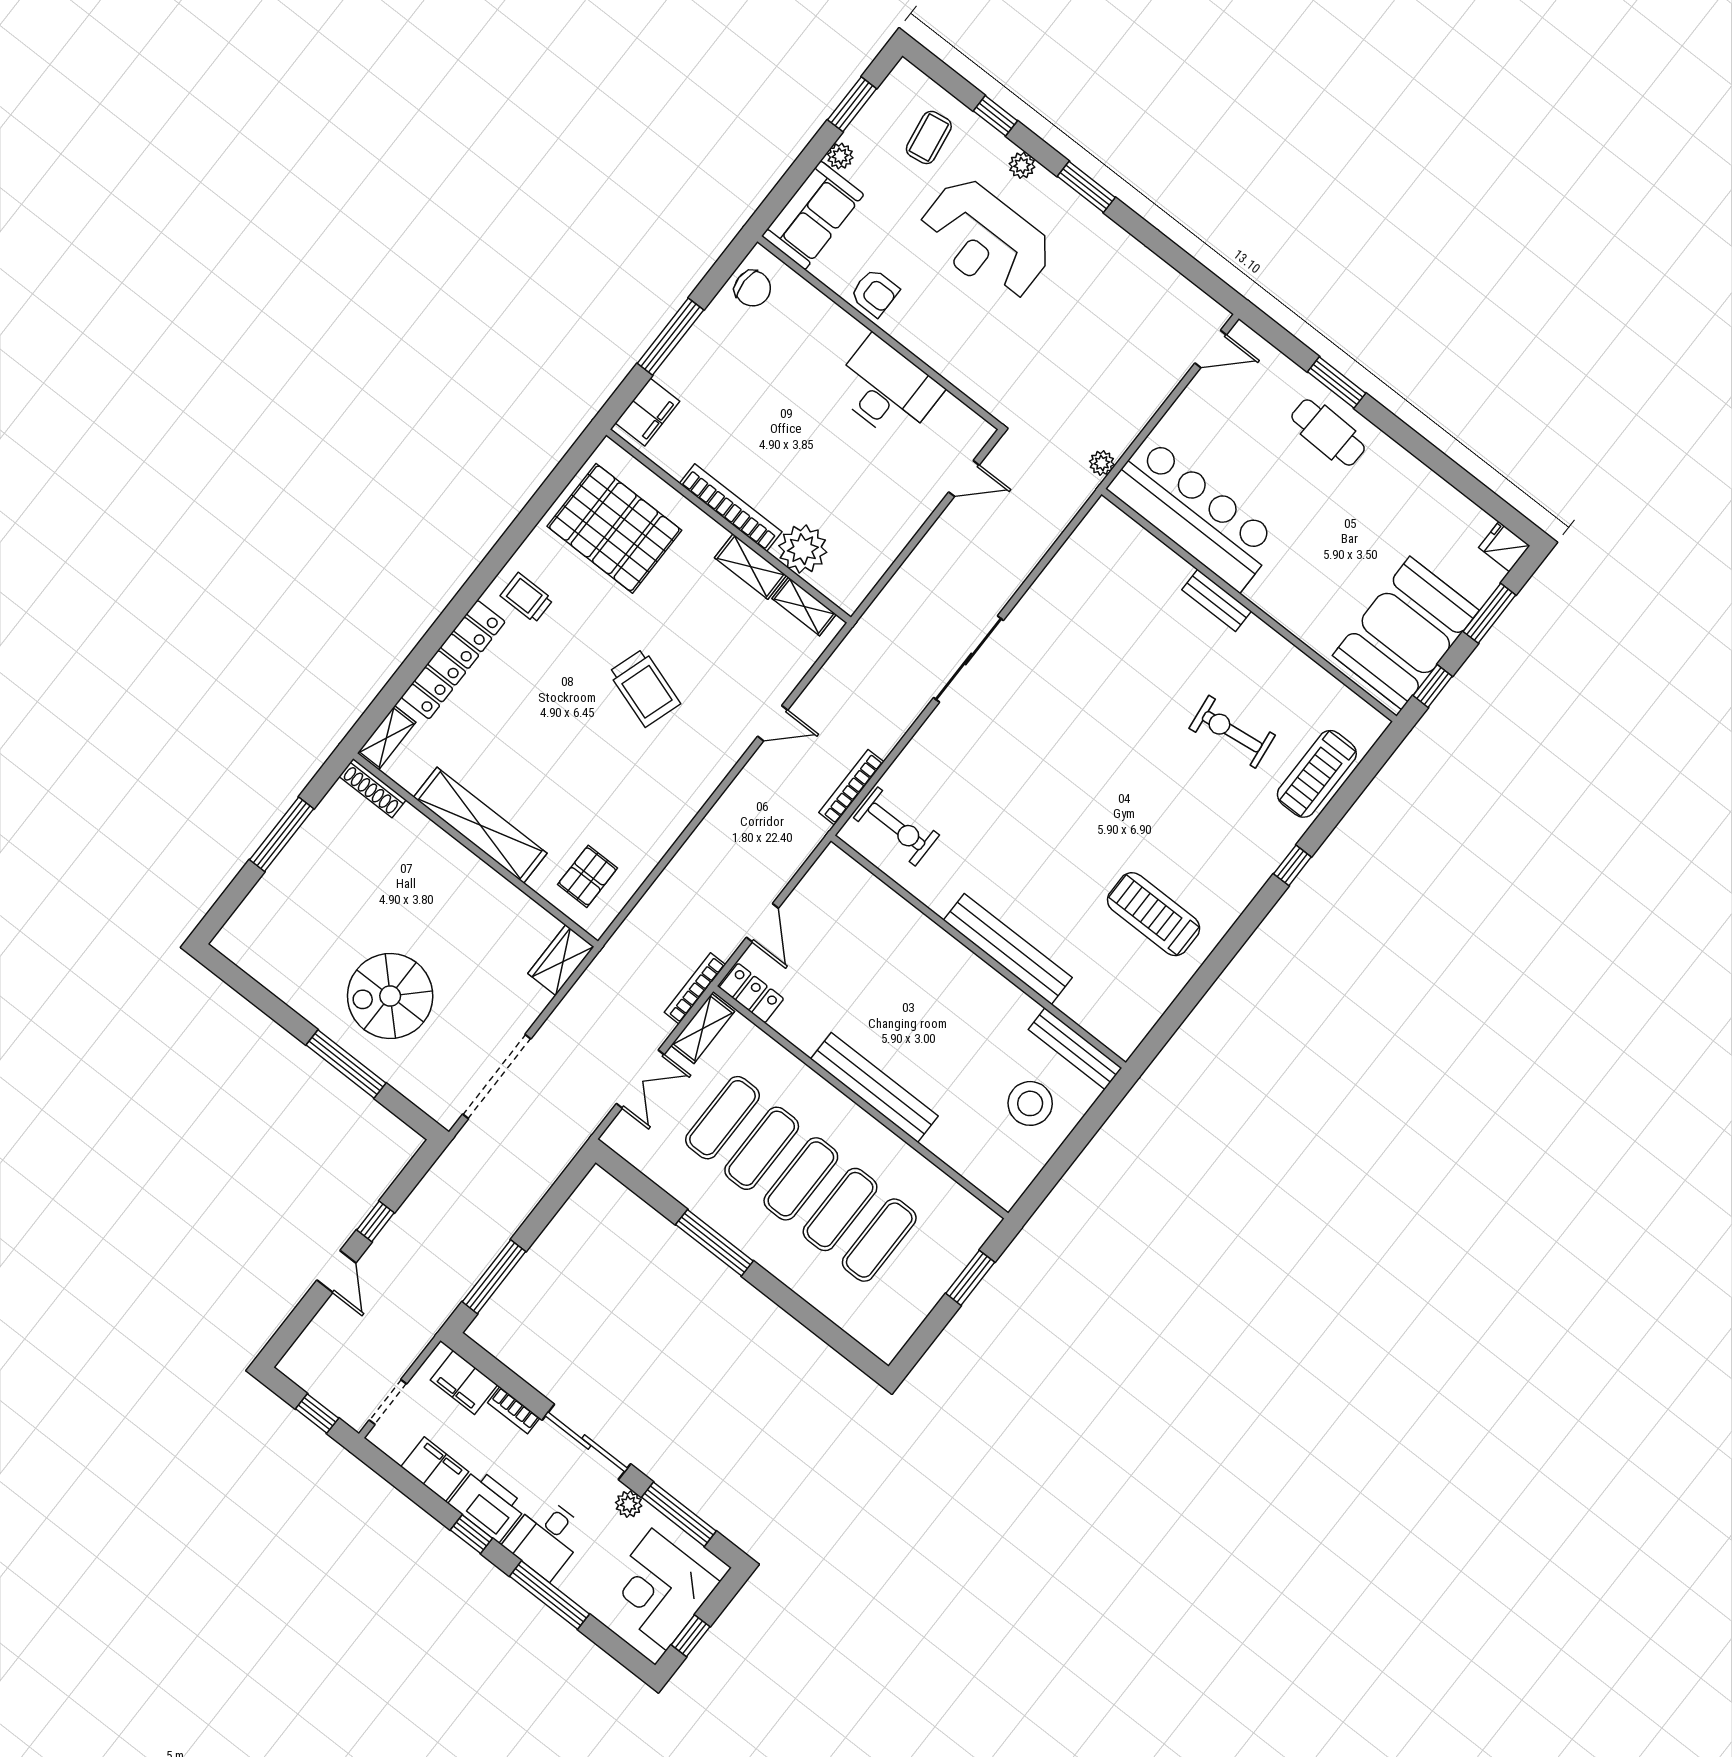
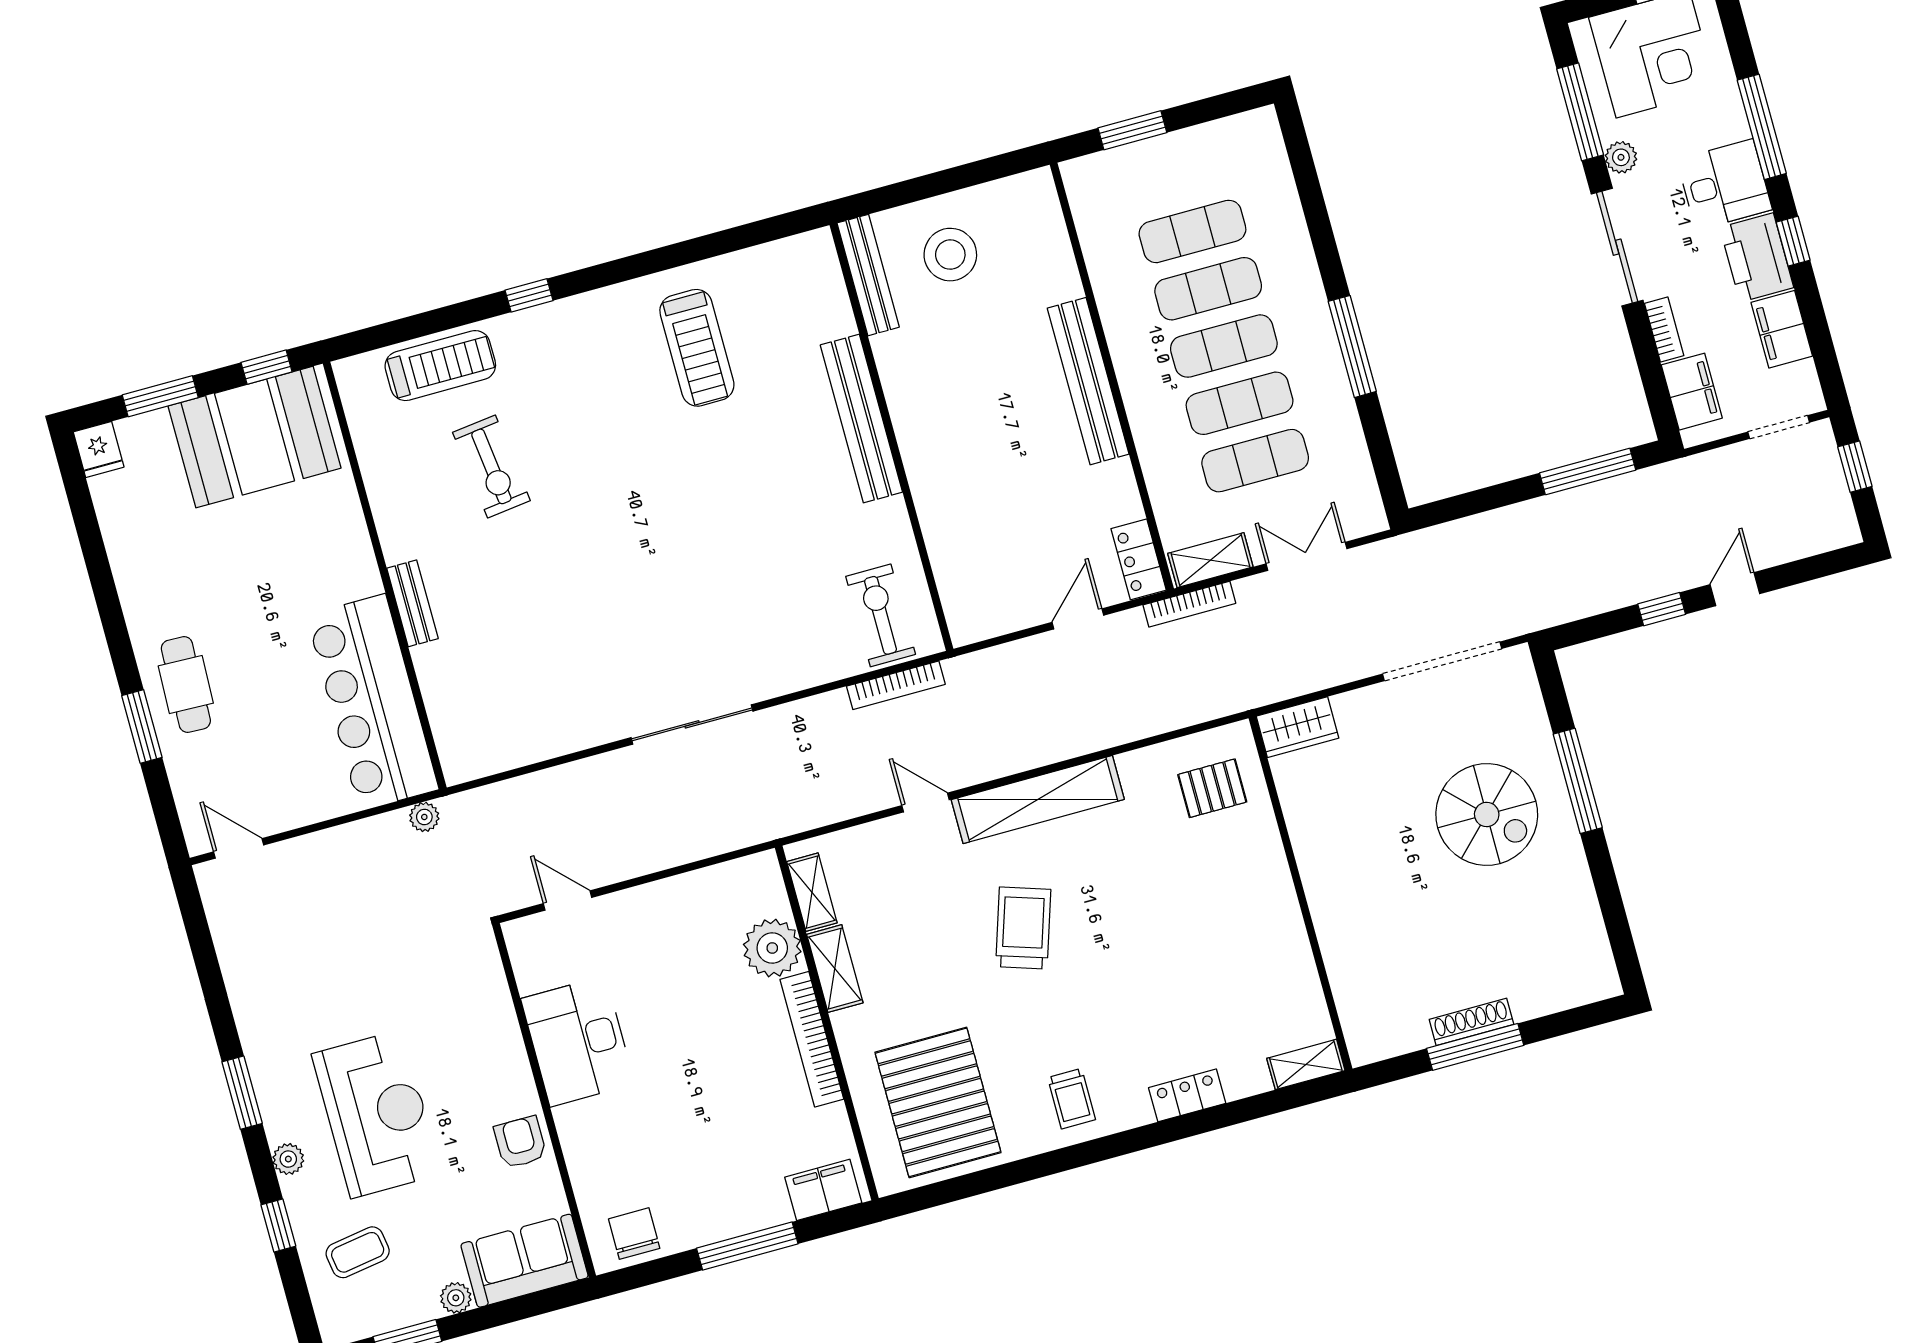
locker: (453, 660) -> (1187, 1095), width x0.46, depth x0.83
shoe rack: (373, 788) -> (1471, 1022), moved, turned -90
shelving: (480, 825) -> (1038, 799), moved, turned 90

